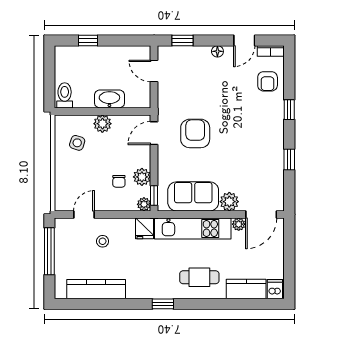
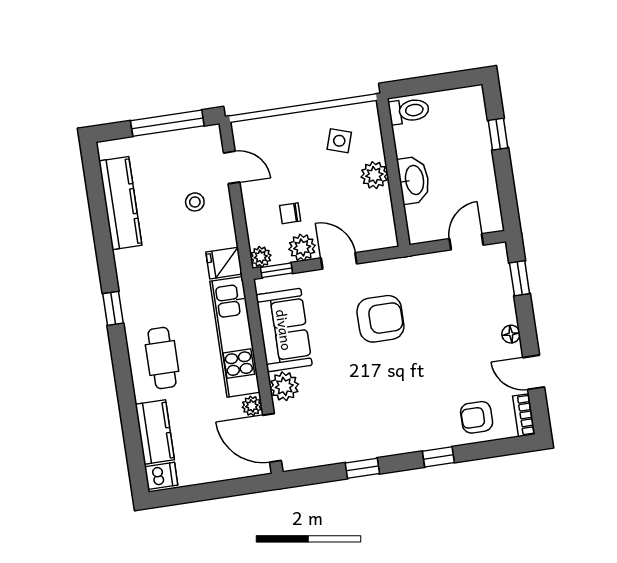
door: (154, 133) -> (339, 261), moved

